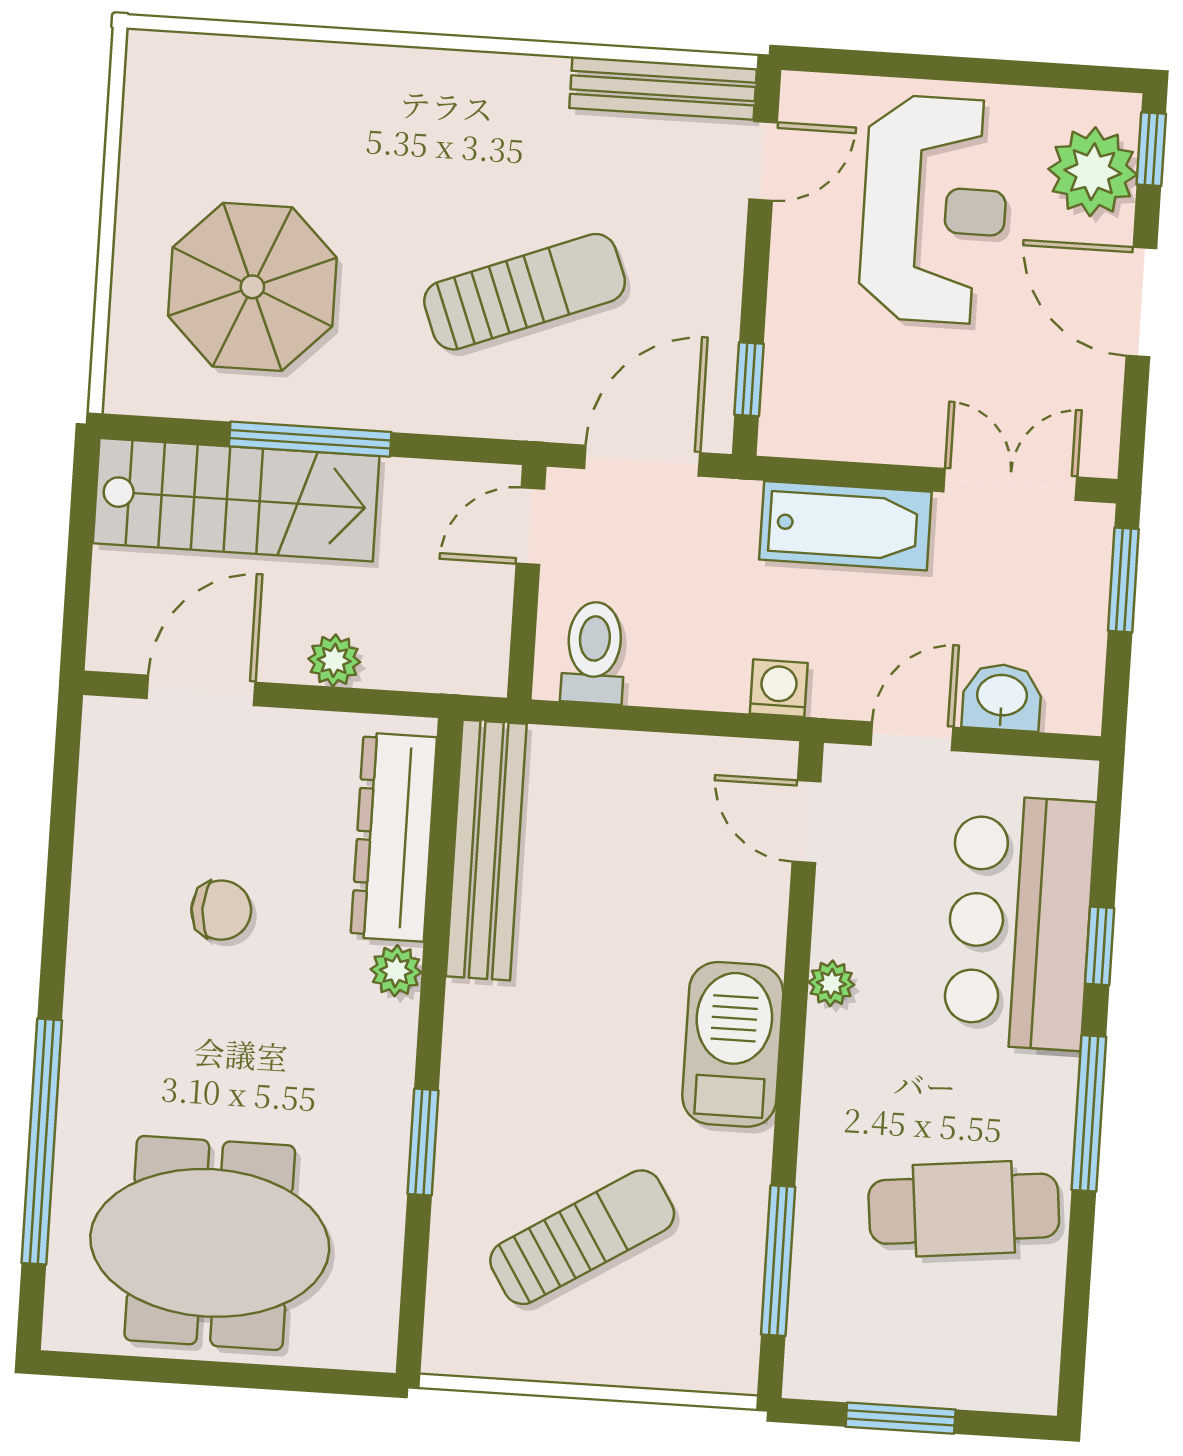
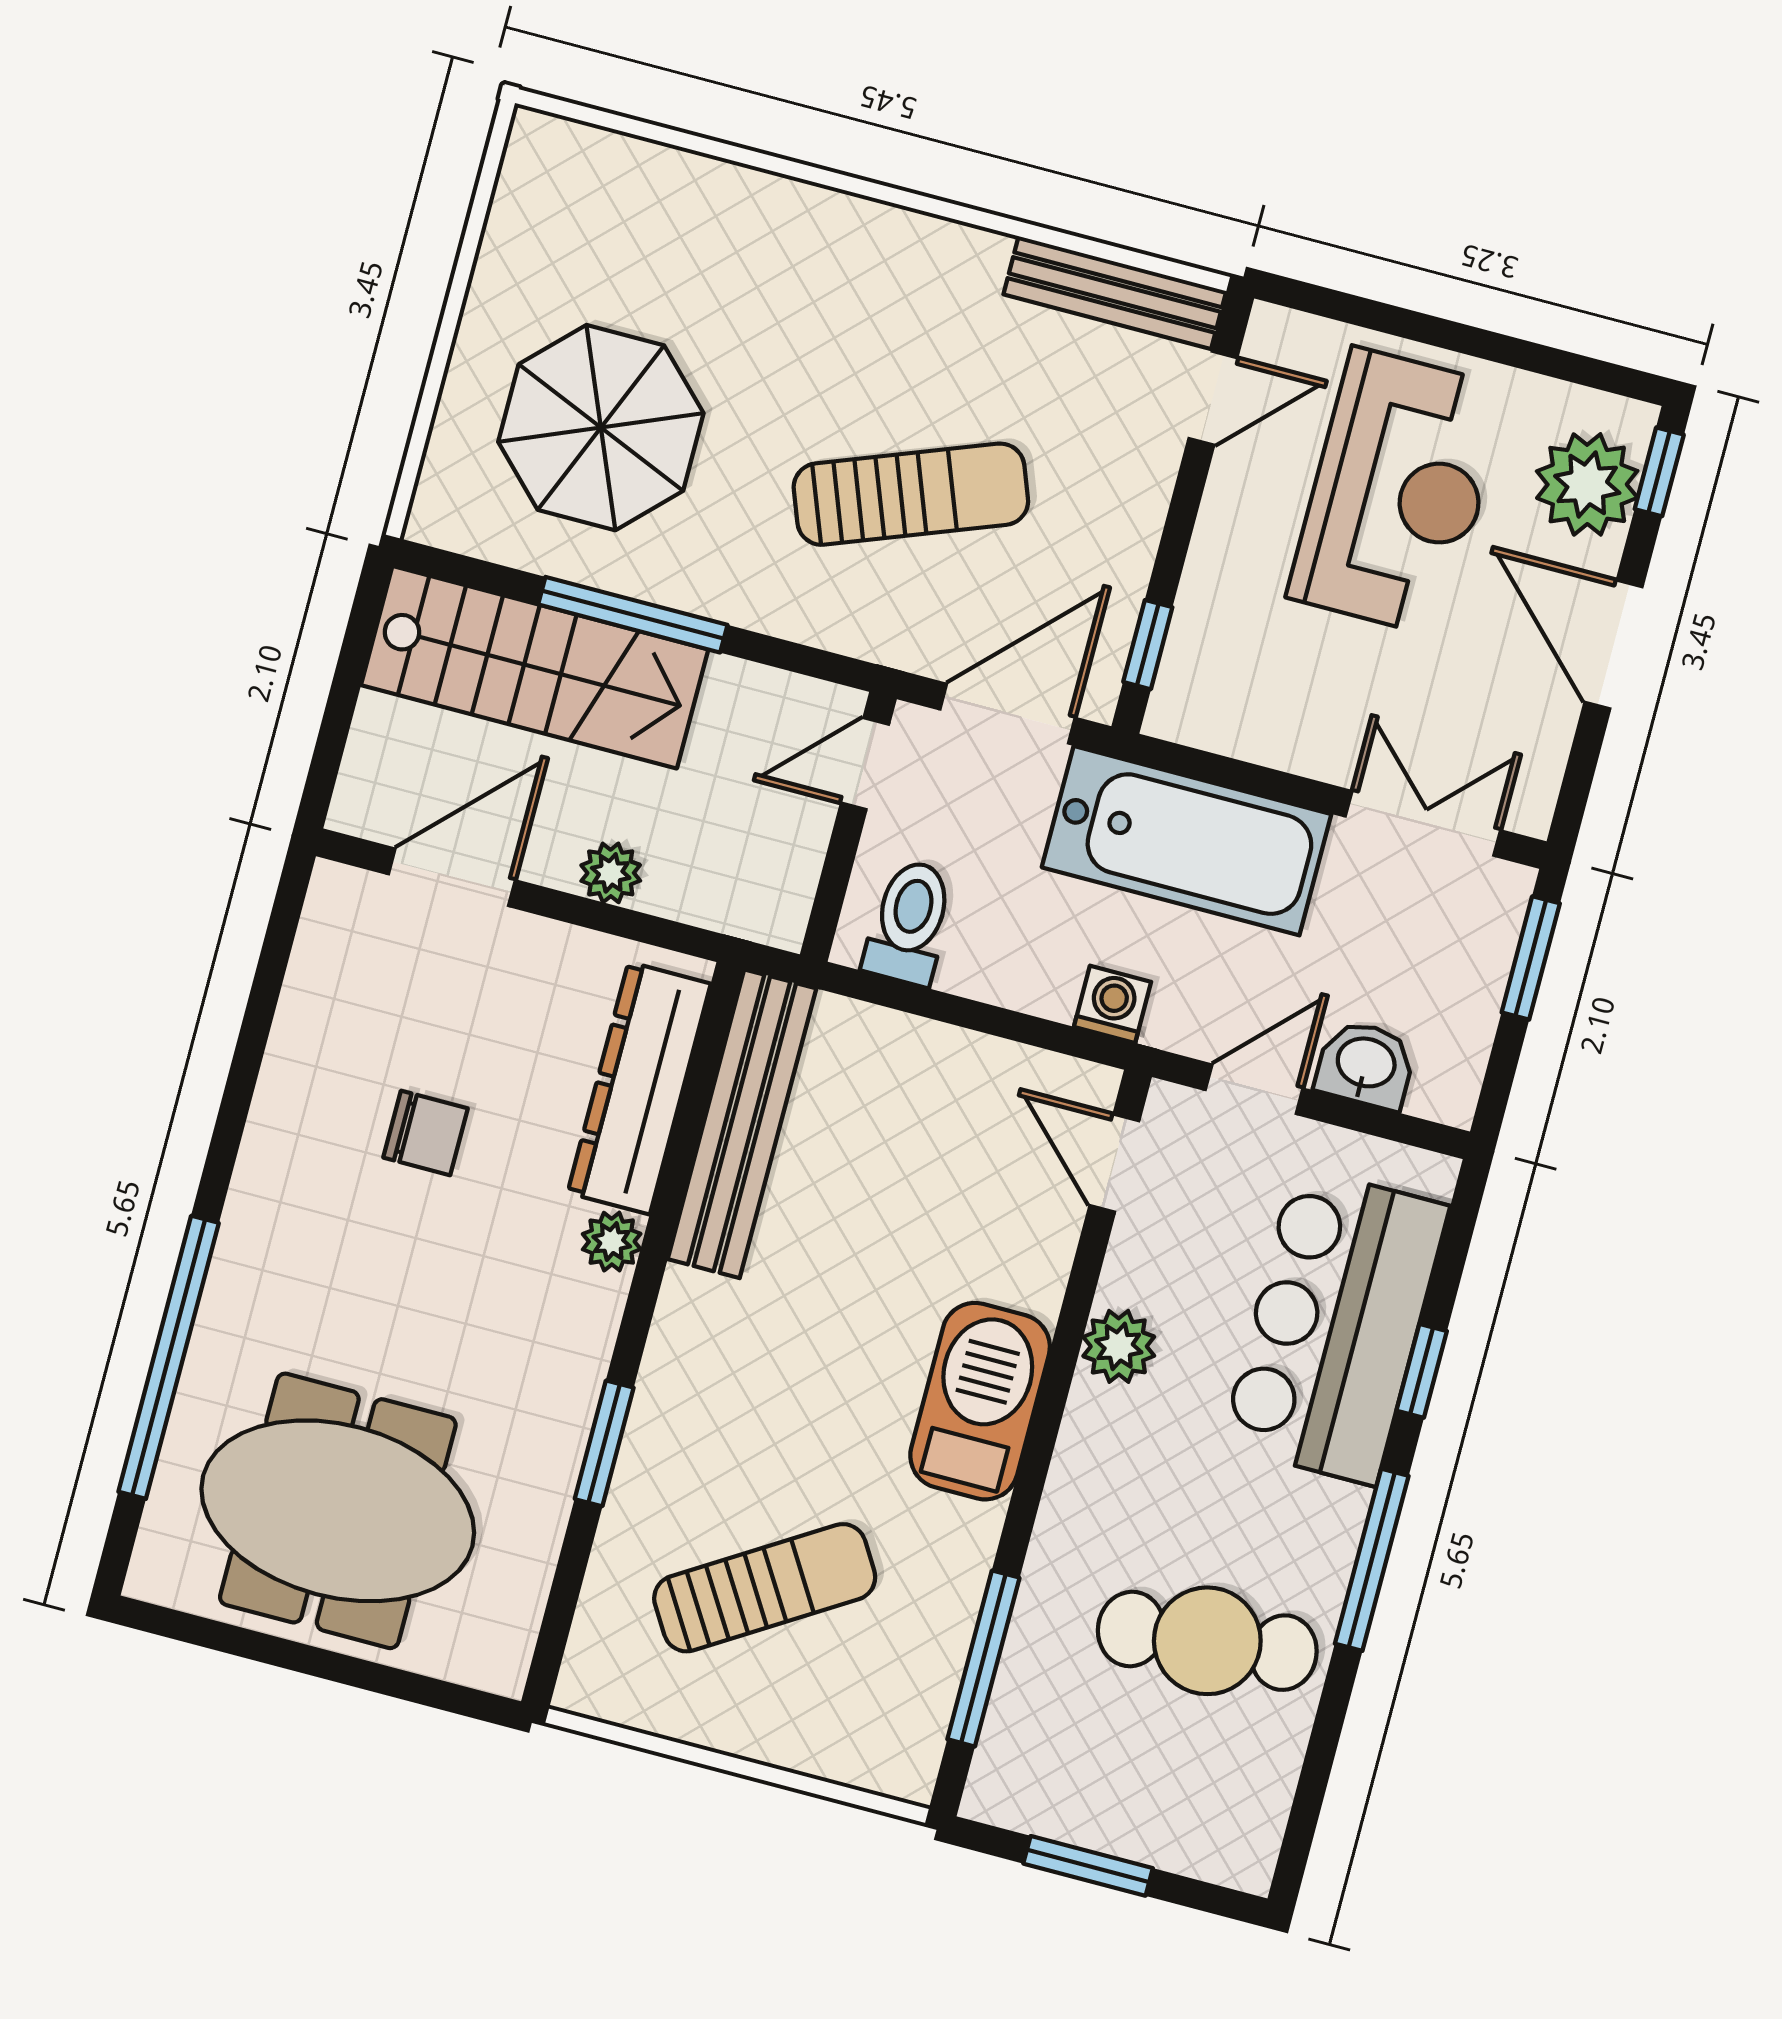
bathtub: (845, 526) -> (1187, 841), width x1.36, depth x1.36
plant: (831, 983) -> (1119, 1346), width x1.38, depth x1.38

